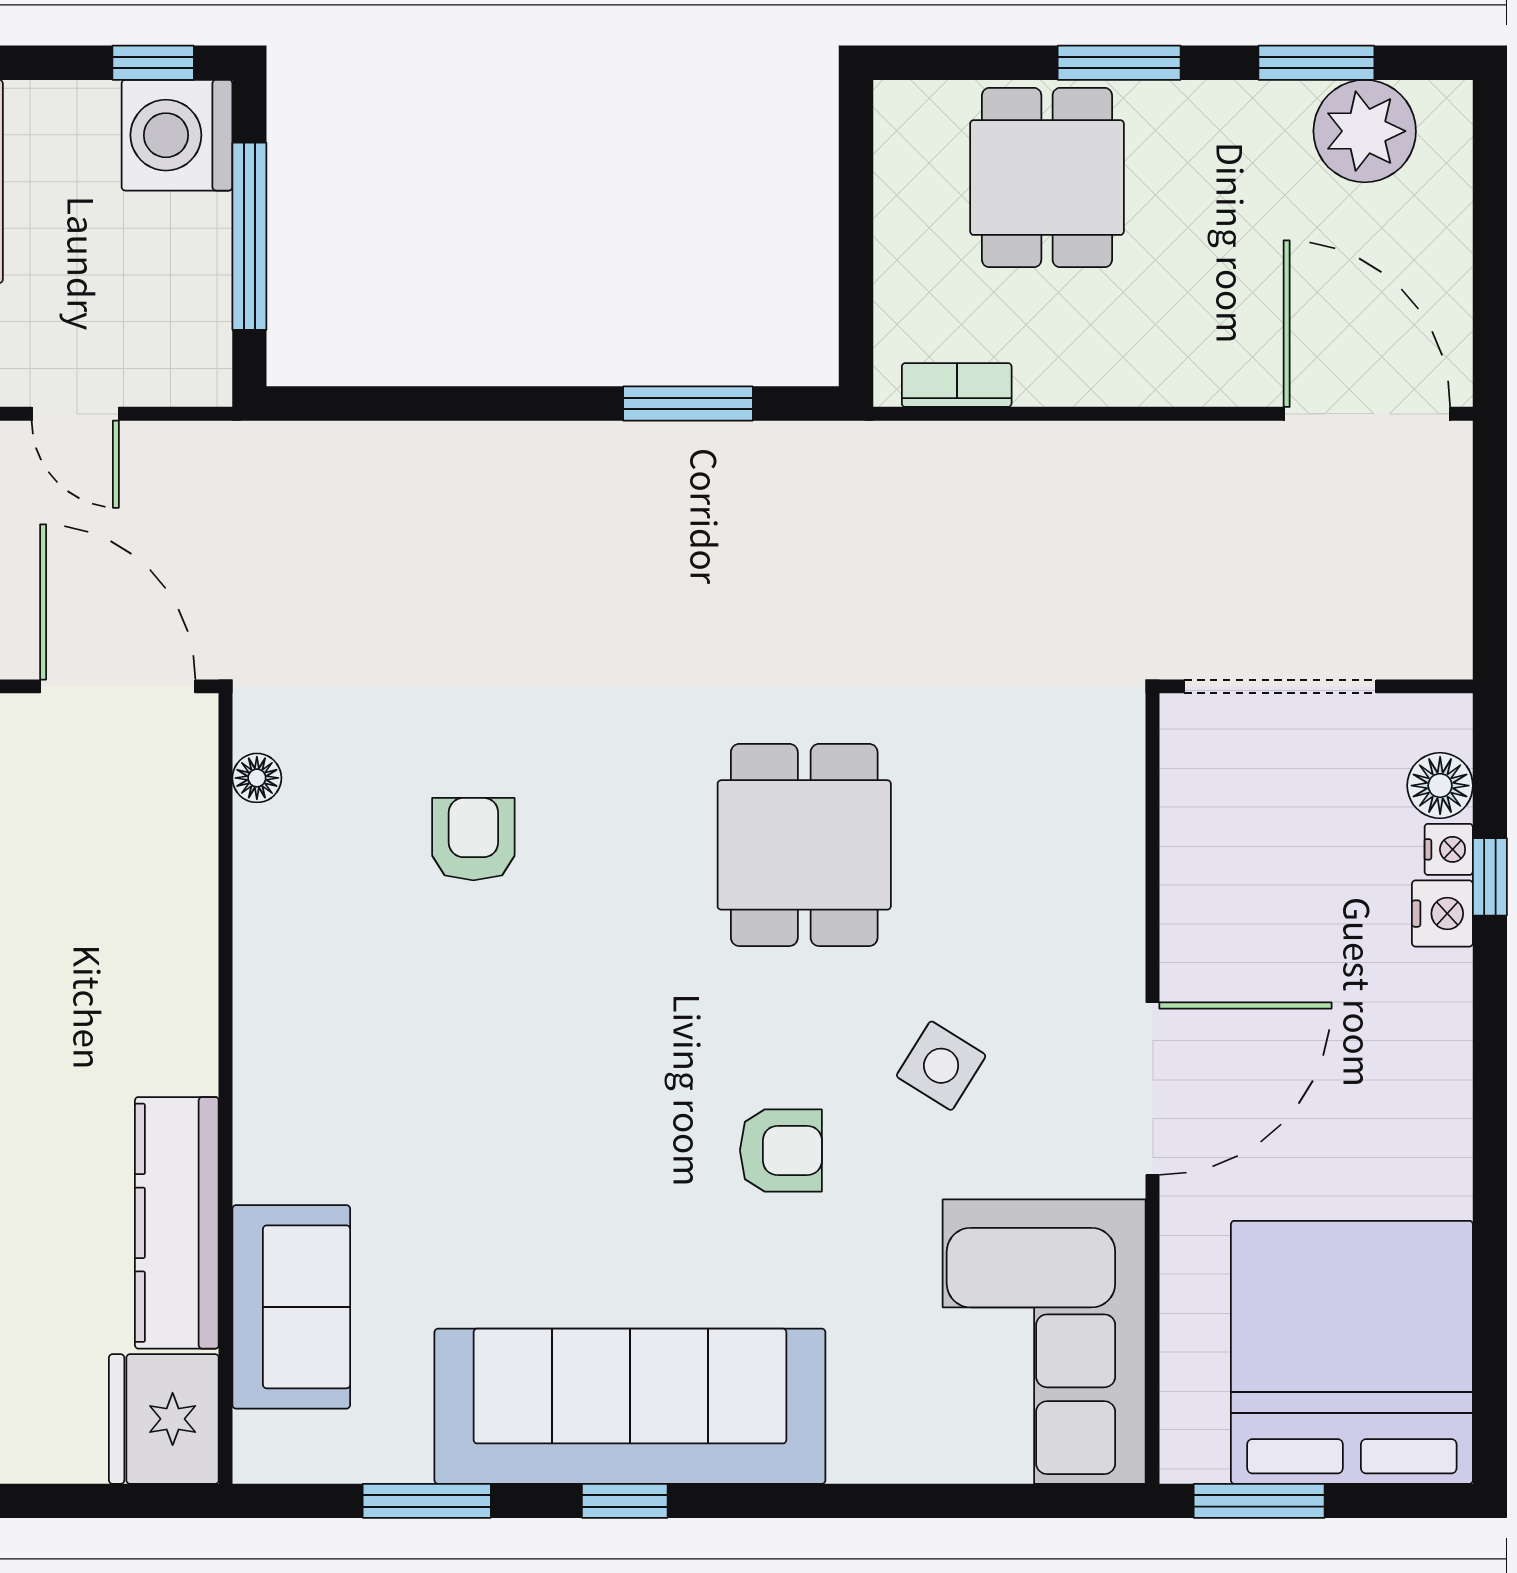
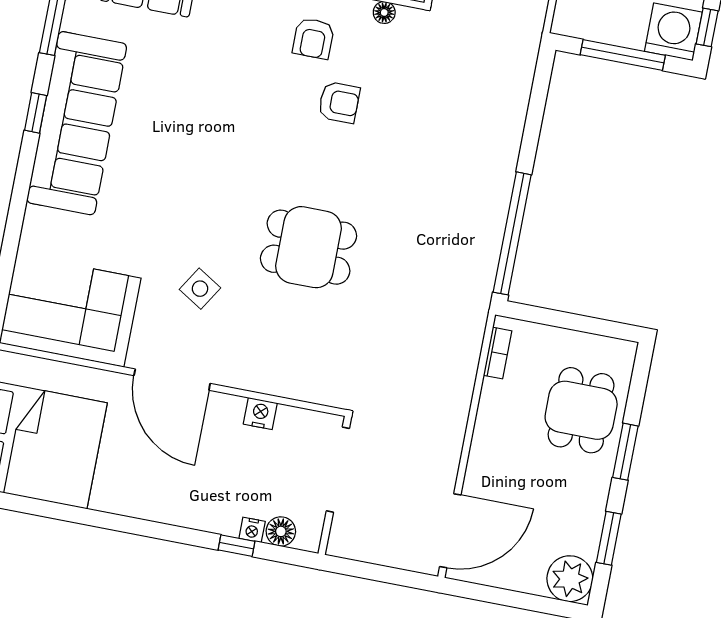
plant: (1365, 131) -> (570, 579), moved
dining table: (1047, 178) -> (581, 410), turned 90
window: (688, 404) -> (512, 233), width x2.11
nightstand: (1442, 914) -> (260, 414), moved, turned 180
armchair: (781, 1150) -> (313, 38), moved

